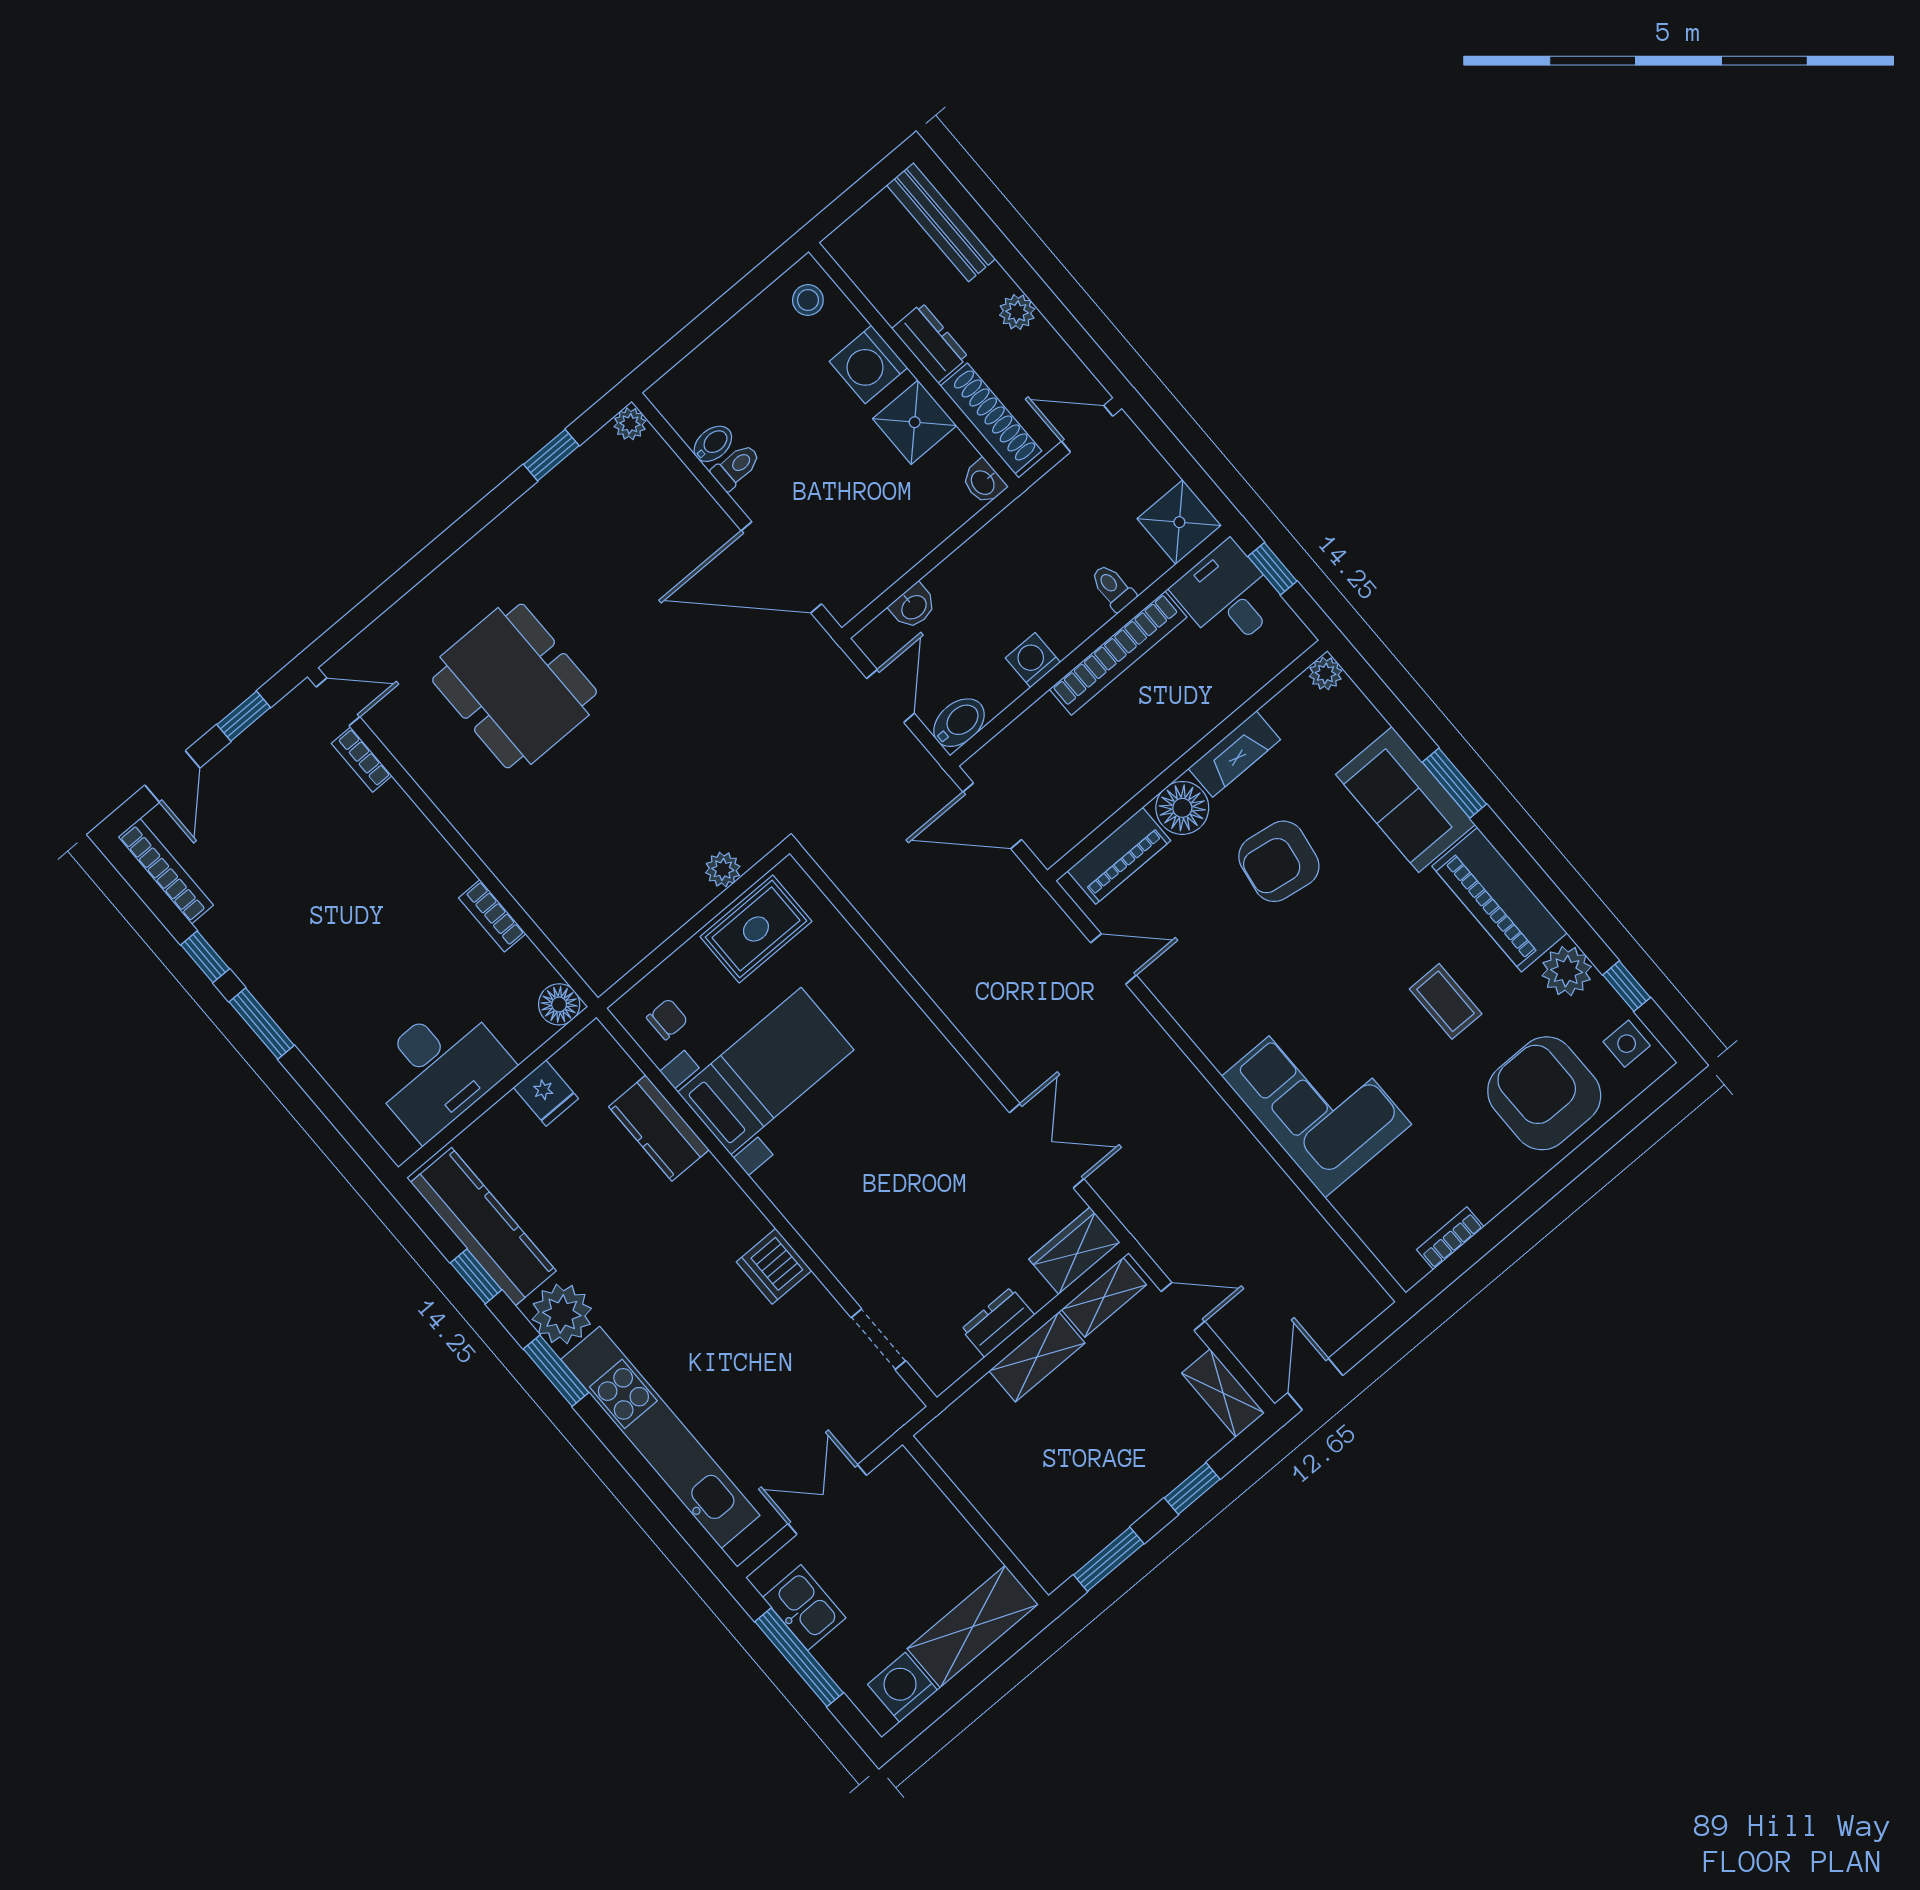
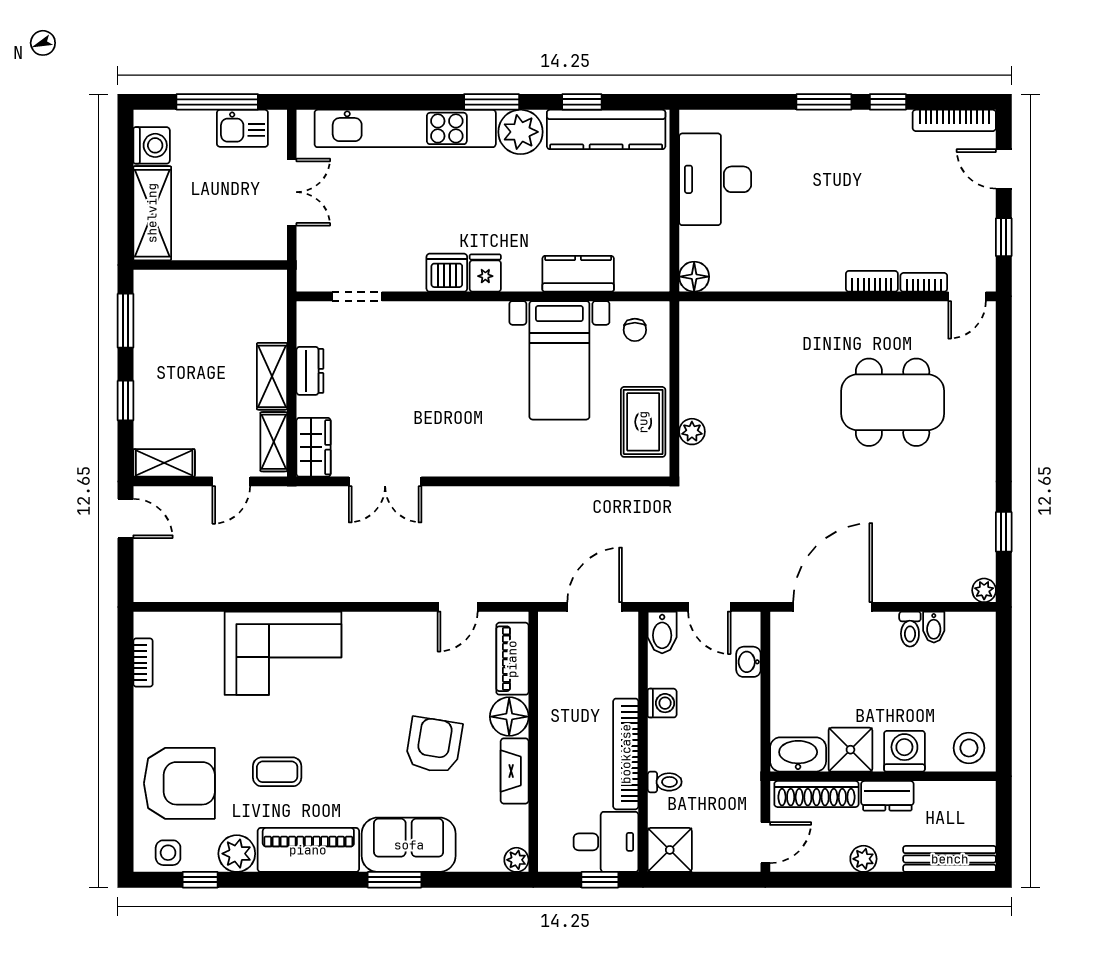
stool: (808, 300) -> (969, 748), width x1.37, depth x1.37
washbasin: (983, 482) -> (798, 754), width x1.91, depth x1.45
bookcase: (492, 916) -> (872, 281), moved
fridge: (546, 1093) -> (485, 273), moved, turned 90

